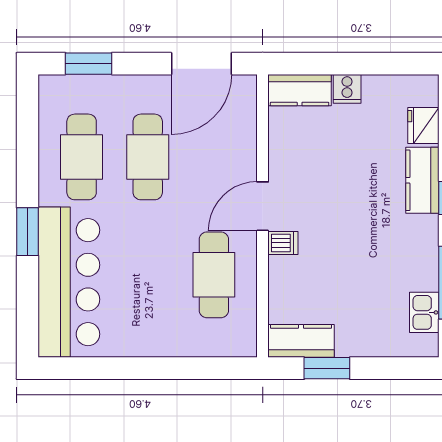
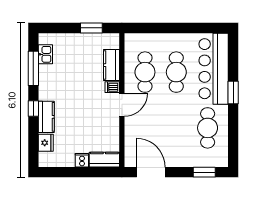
door: (202, 64) -> (151, 172), hinge flipped
cafe table: (148, 157) -> (176, 72), moved
kitchen counter: (301, 341) -> (112, 65), moved, turned 90

